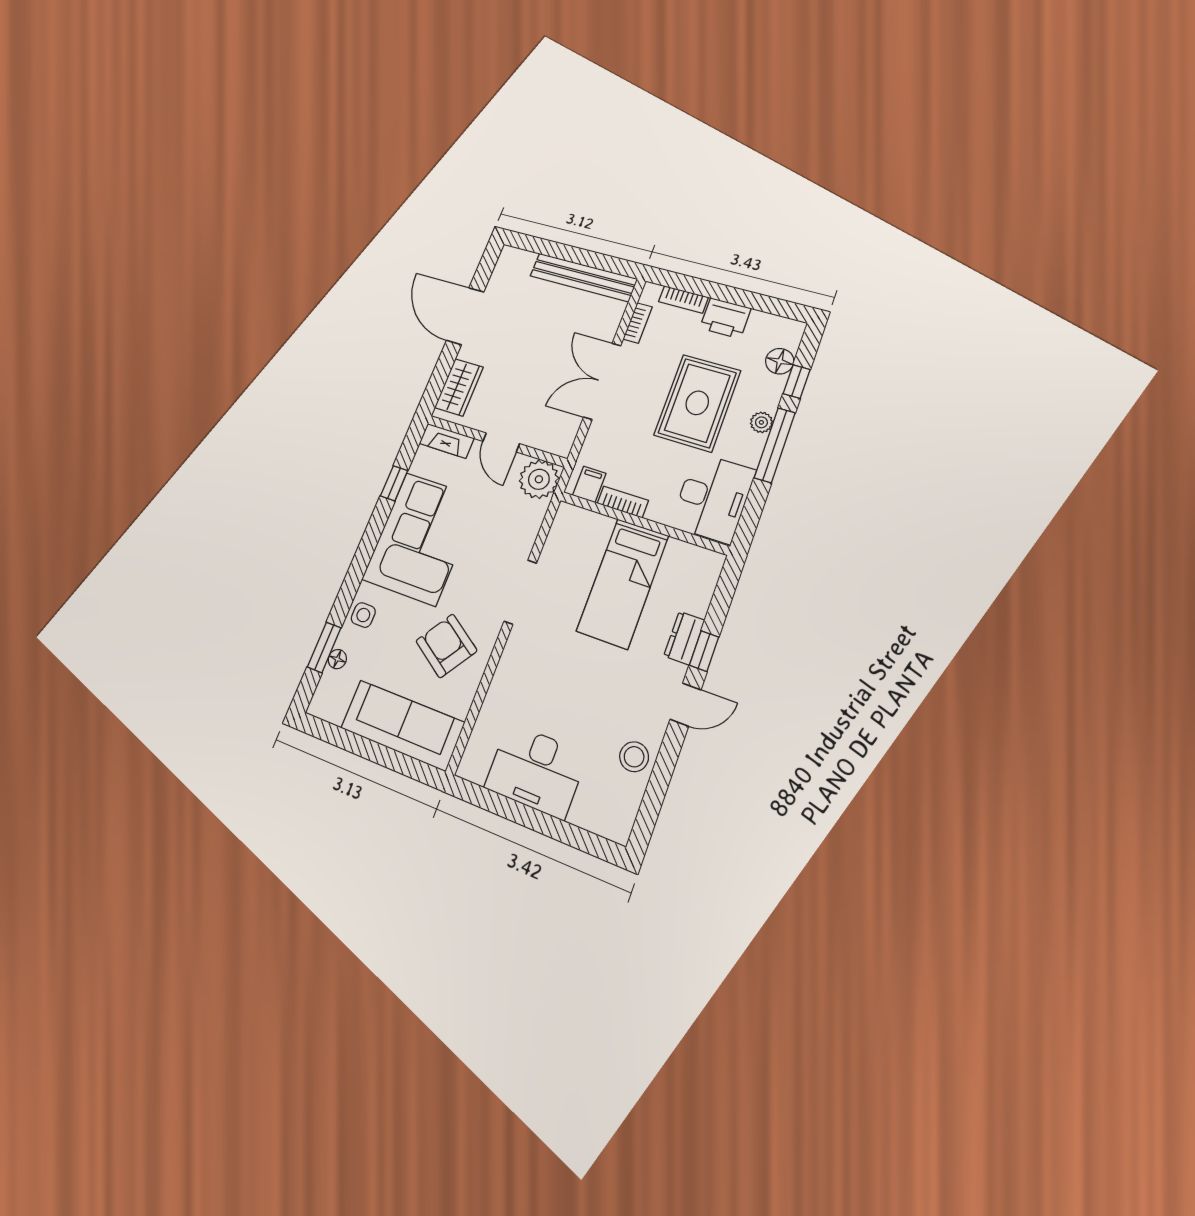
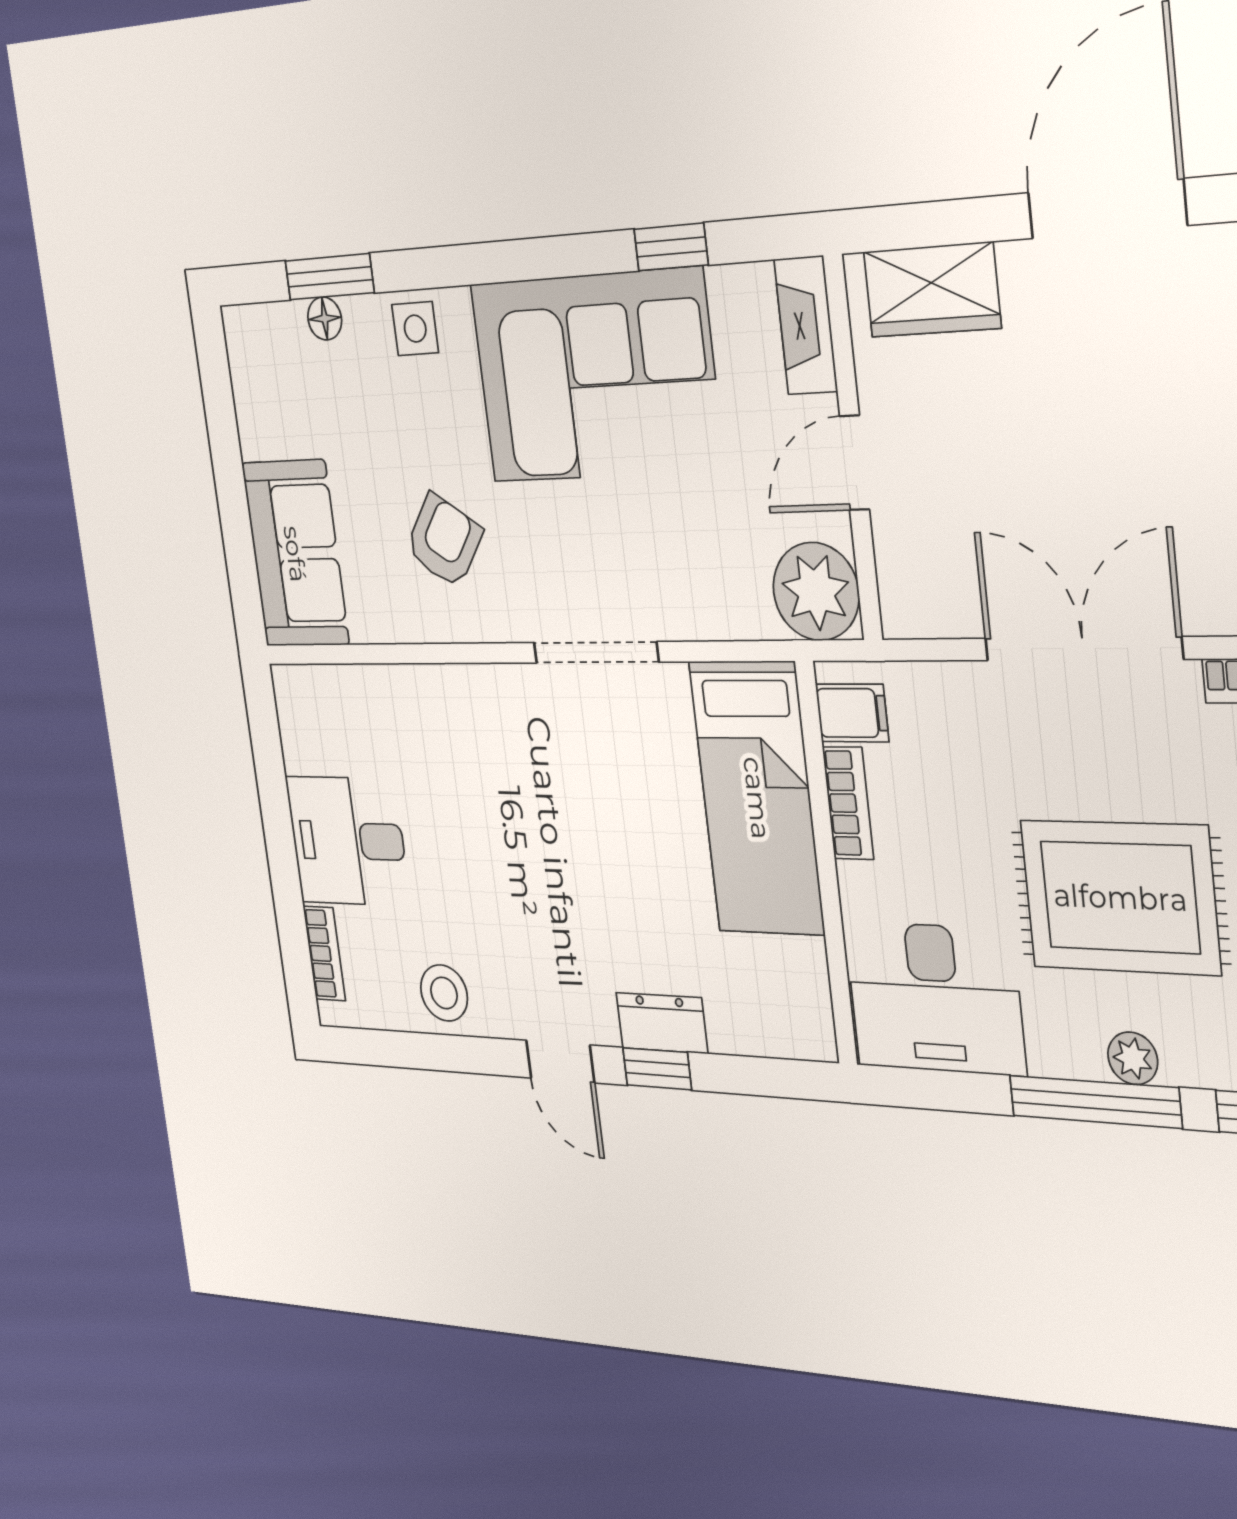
bed: (623, 583) -> (757, 798), moved, turned -90
armchair: (446, 646) -> (444, 541), width x0.72, depth x0.72
sofa: (402, 725) -> (295, 554), width x0.73
desk: (536, 771) -> (348, 841), width x0.73
bookcase: (593, 822) -> (324, 954), added

